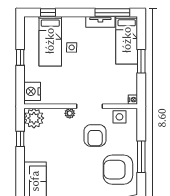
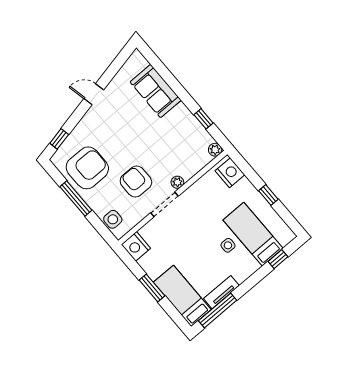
nightstand: (133, 100) -> (136, 246), width x1.89, depth x1.79
side table: (119, 117) -> (113, 219), moved
plant: (34, 118) -> (215, 150), width x0.53, depth x0.53

